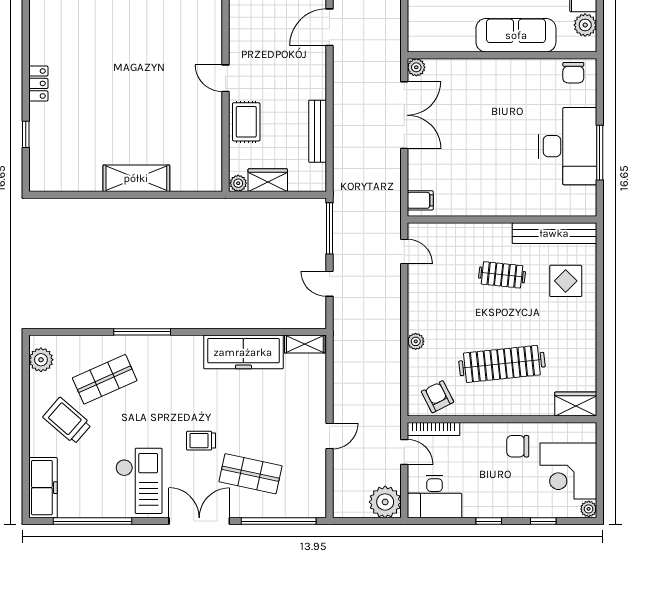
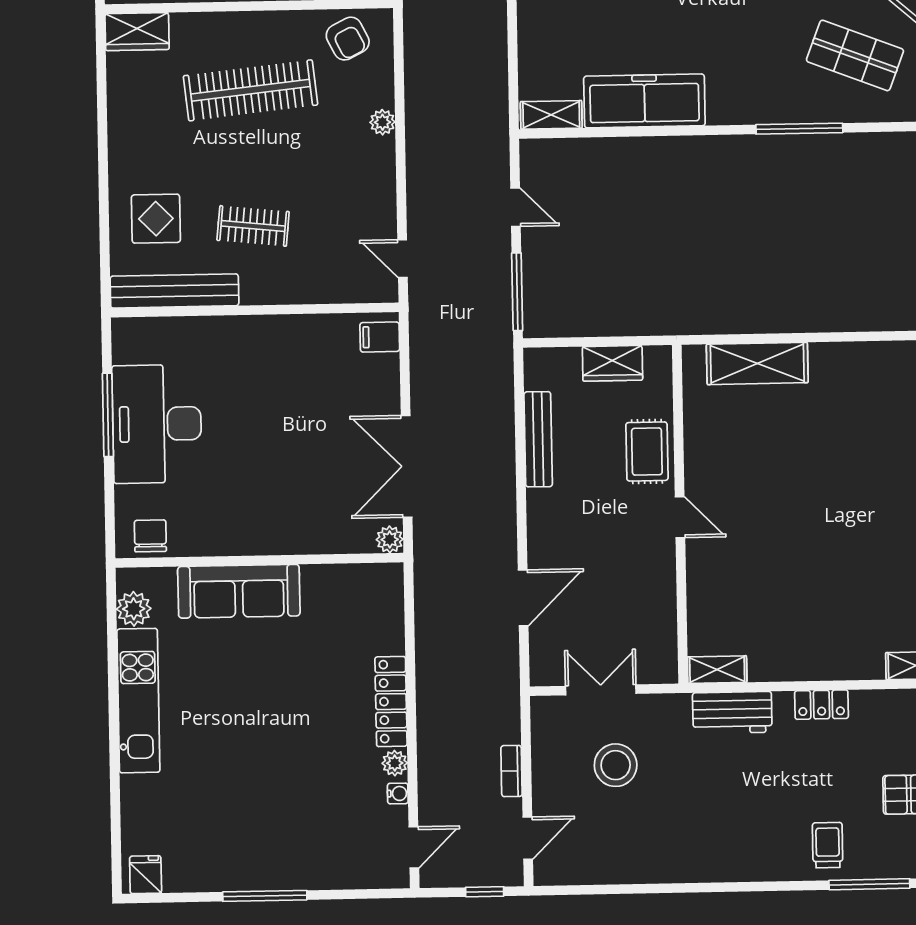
shelving: (136, 178) -> (757, 363), moved
plant: (238, 183) -> (657, 358), removed
shop shelf: (105, 379) -> (855, 55), turned 45

